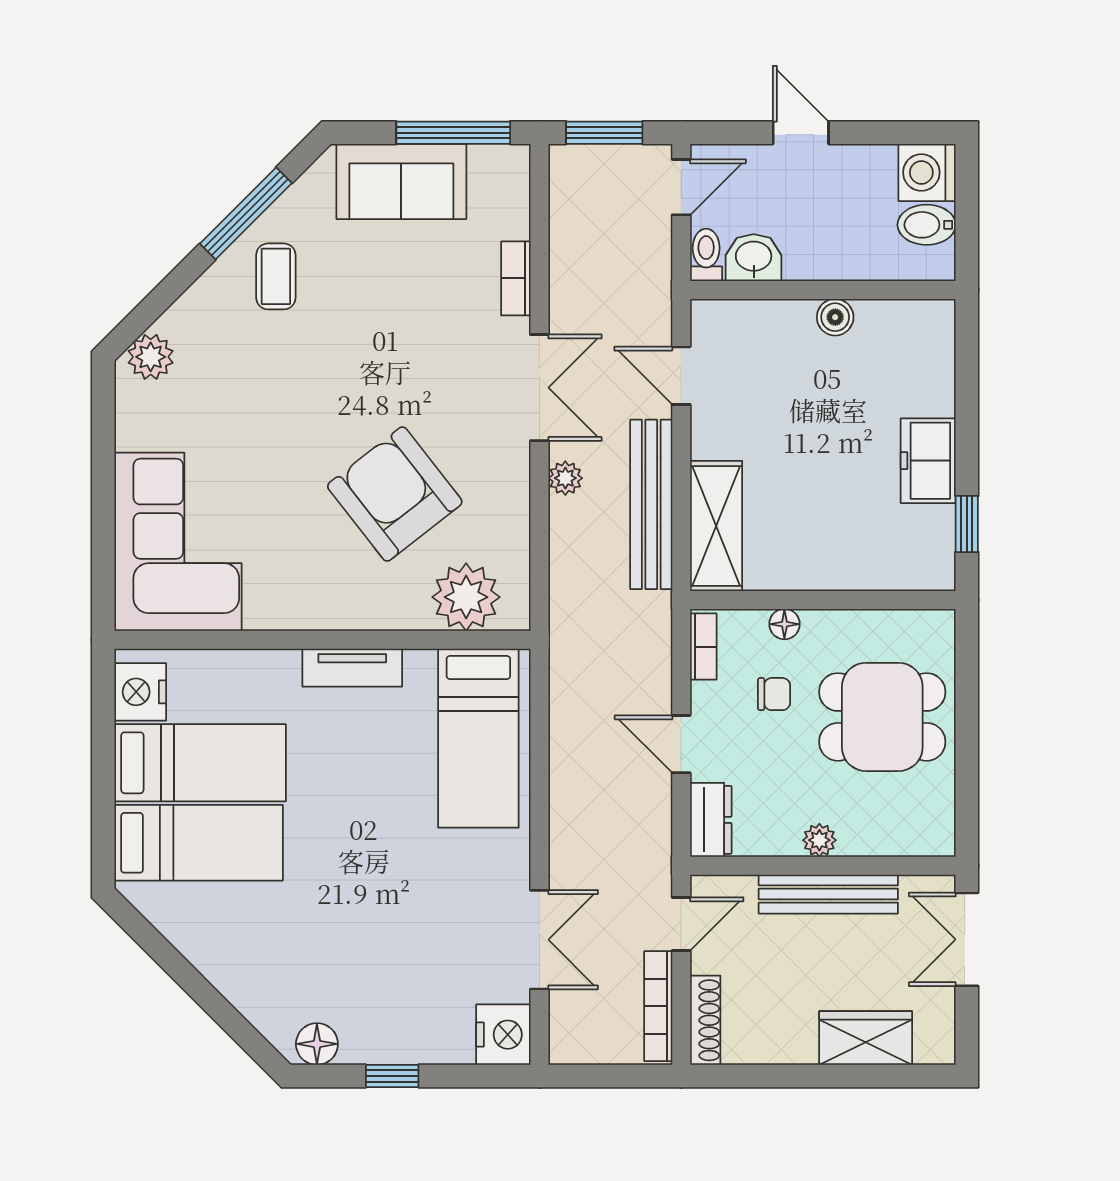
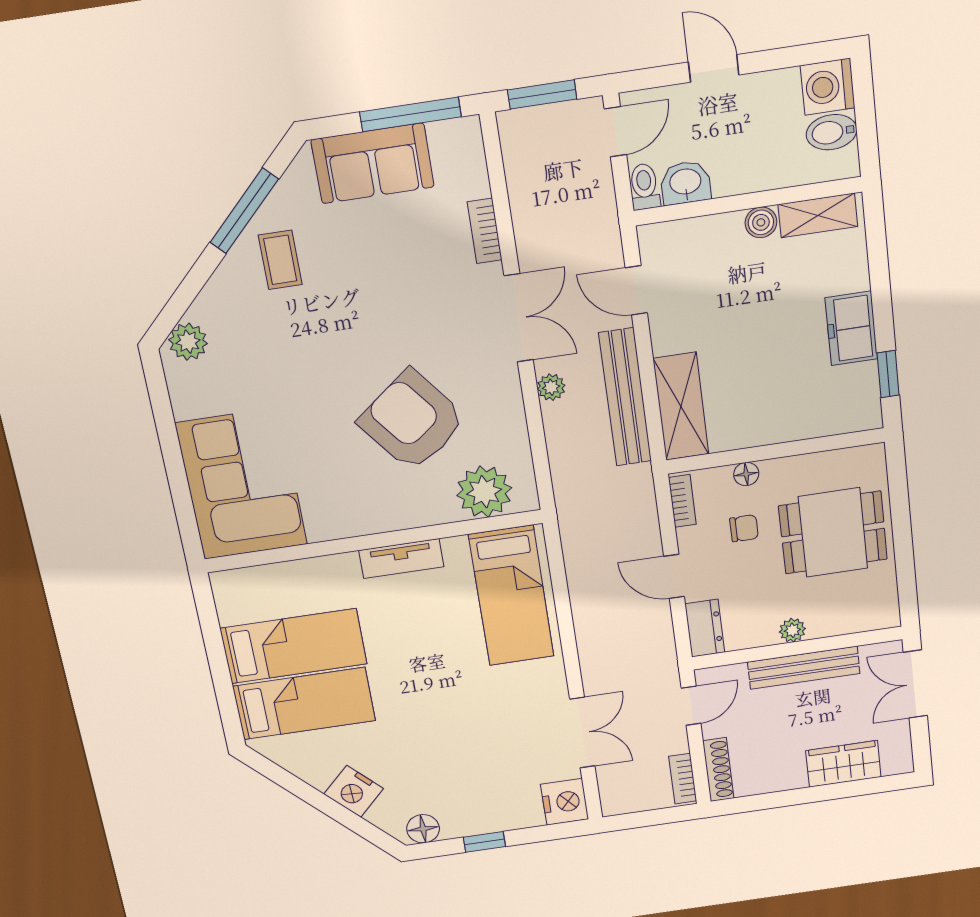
shelving: (902, 319) -> (818, 215), added
nightstand: (140, 692) -> (354, 791), moved, turned -45
bookcase: (658, 1006) -> (683, 779), width x0.64

